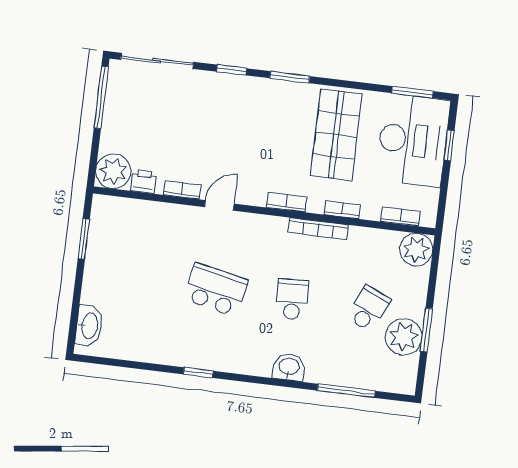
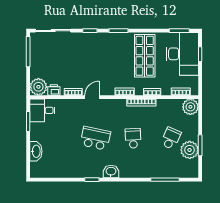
desk: (115, 220) -> (42, 110), added
washbasin: (89, 326) -> (36, 151), moved
washbasin: (289, 367) -> (111, 172), moved

